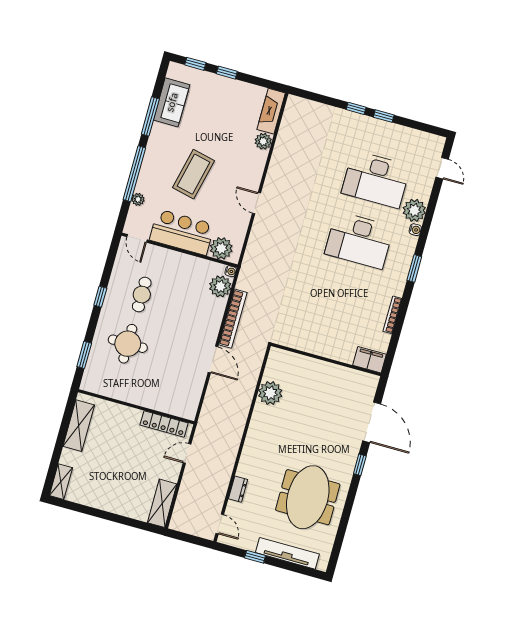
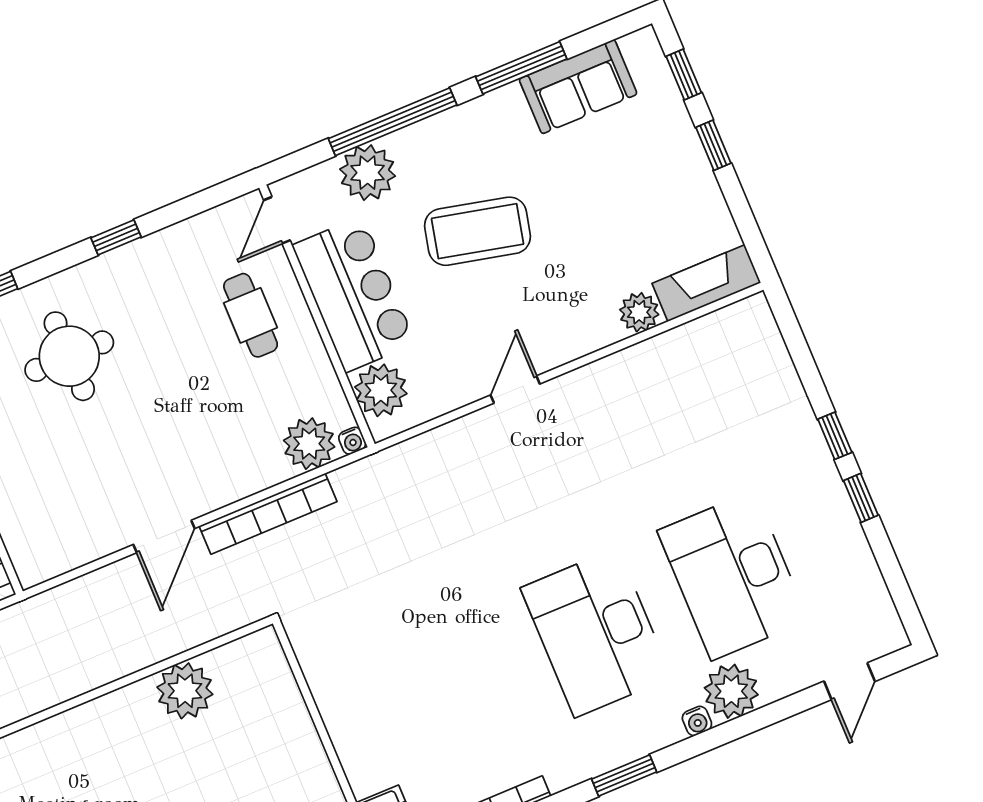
plant: (138, 199) -> (368, 173), width x1.88, depth x1.88
cafe table: (142, 295) -> (251, 315), moved, turned 90

